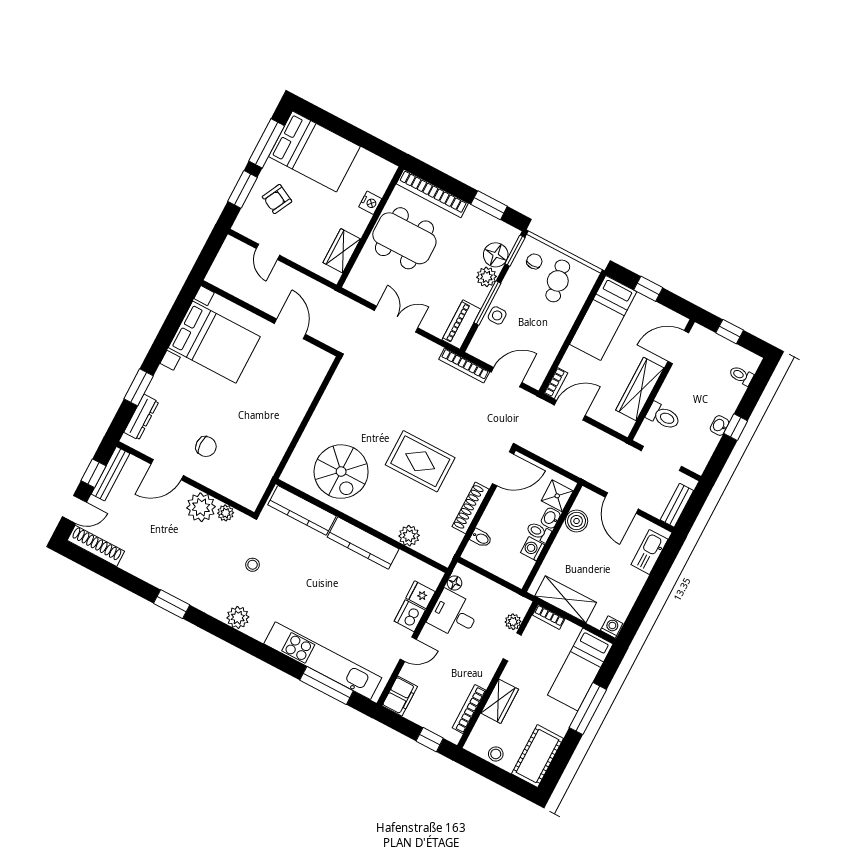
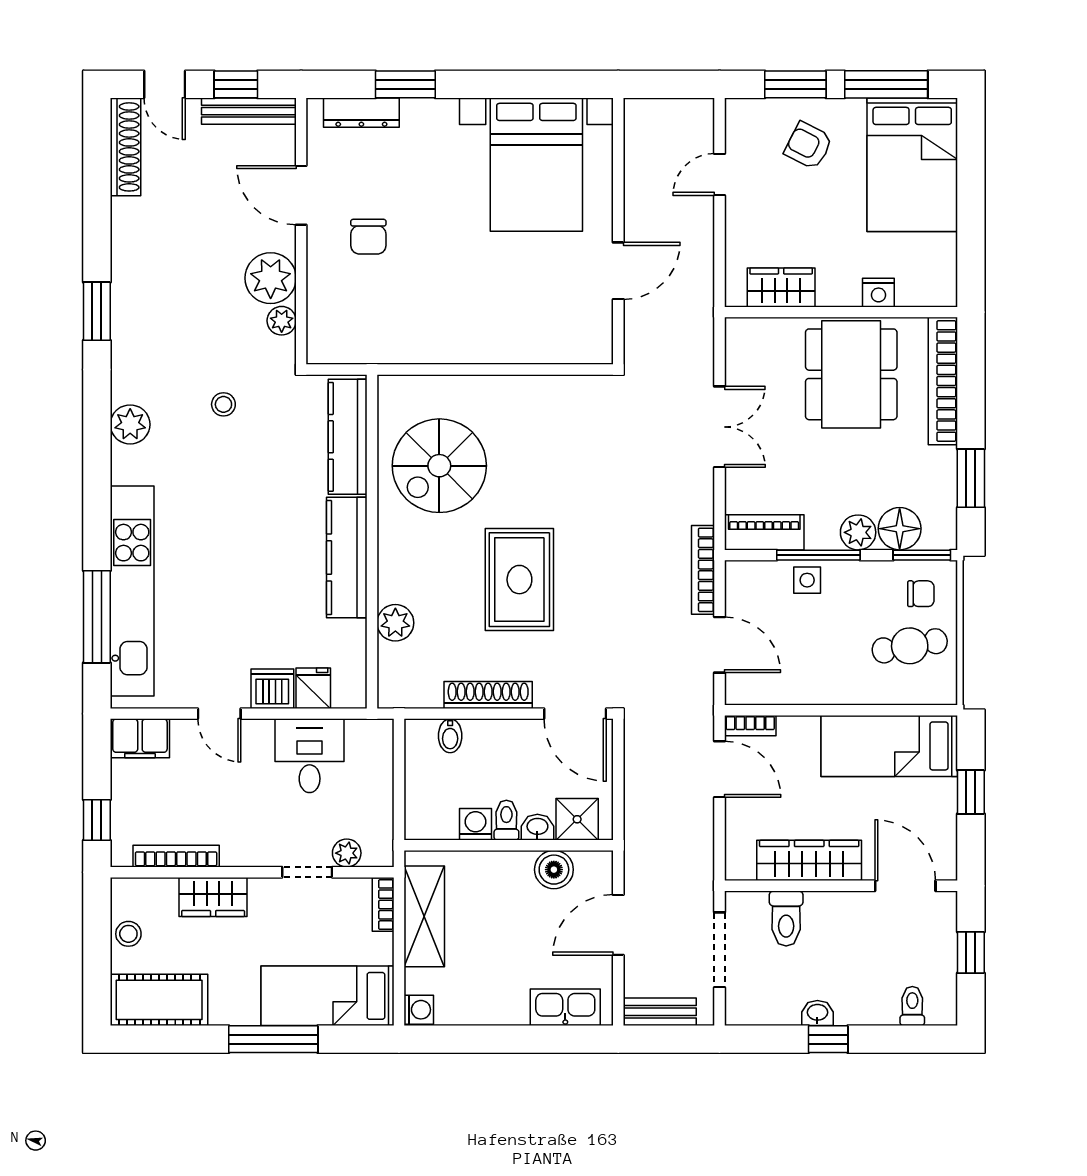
floor lamp: (454, 583) -> (359, 731), removed

